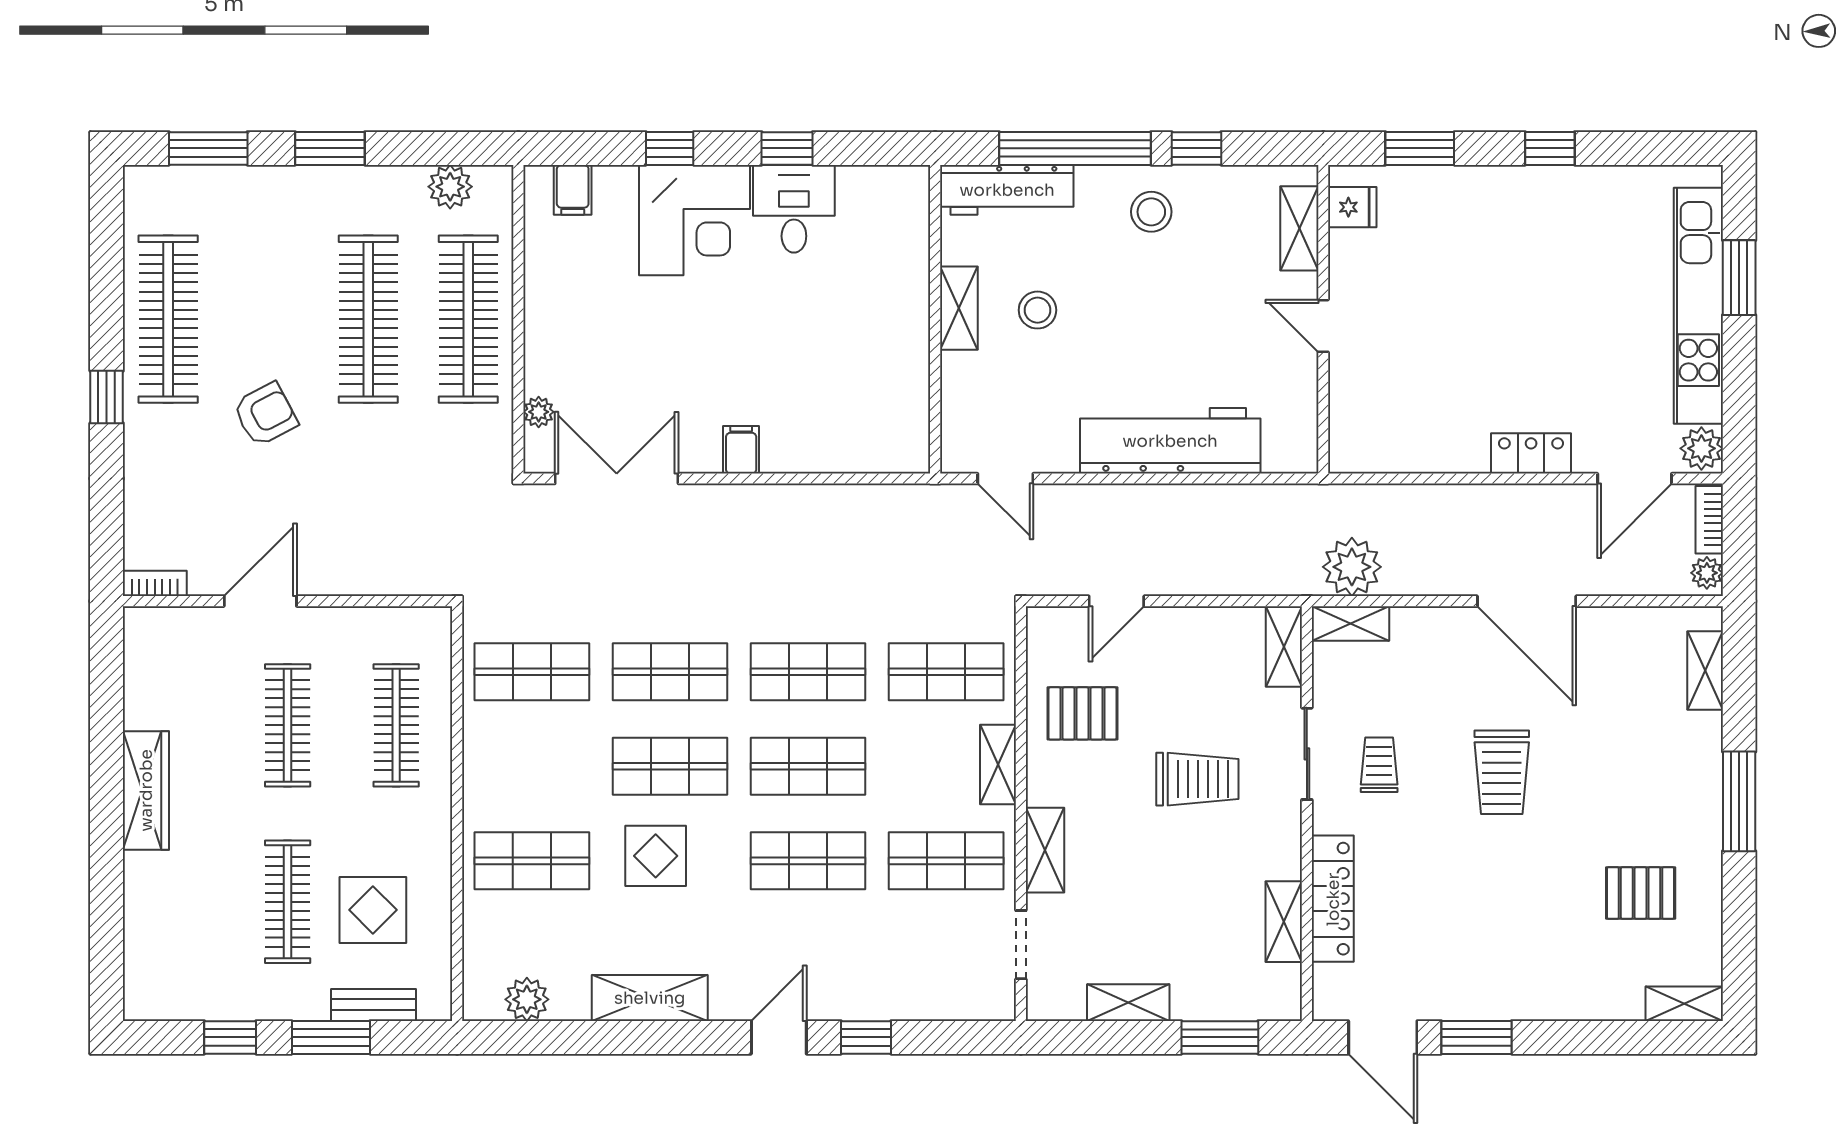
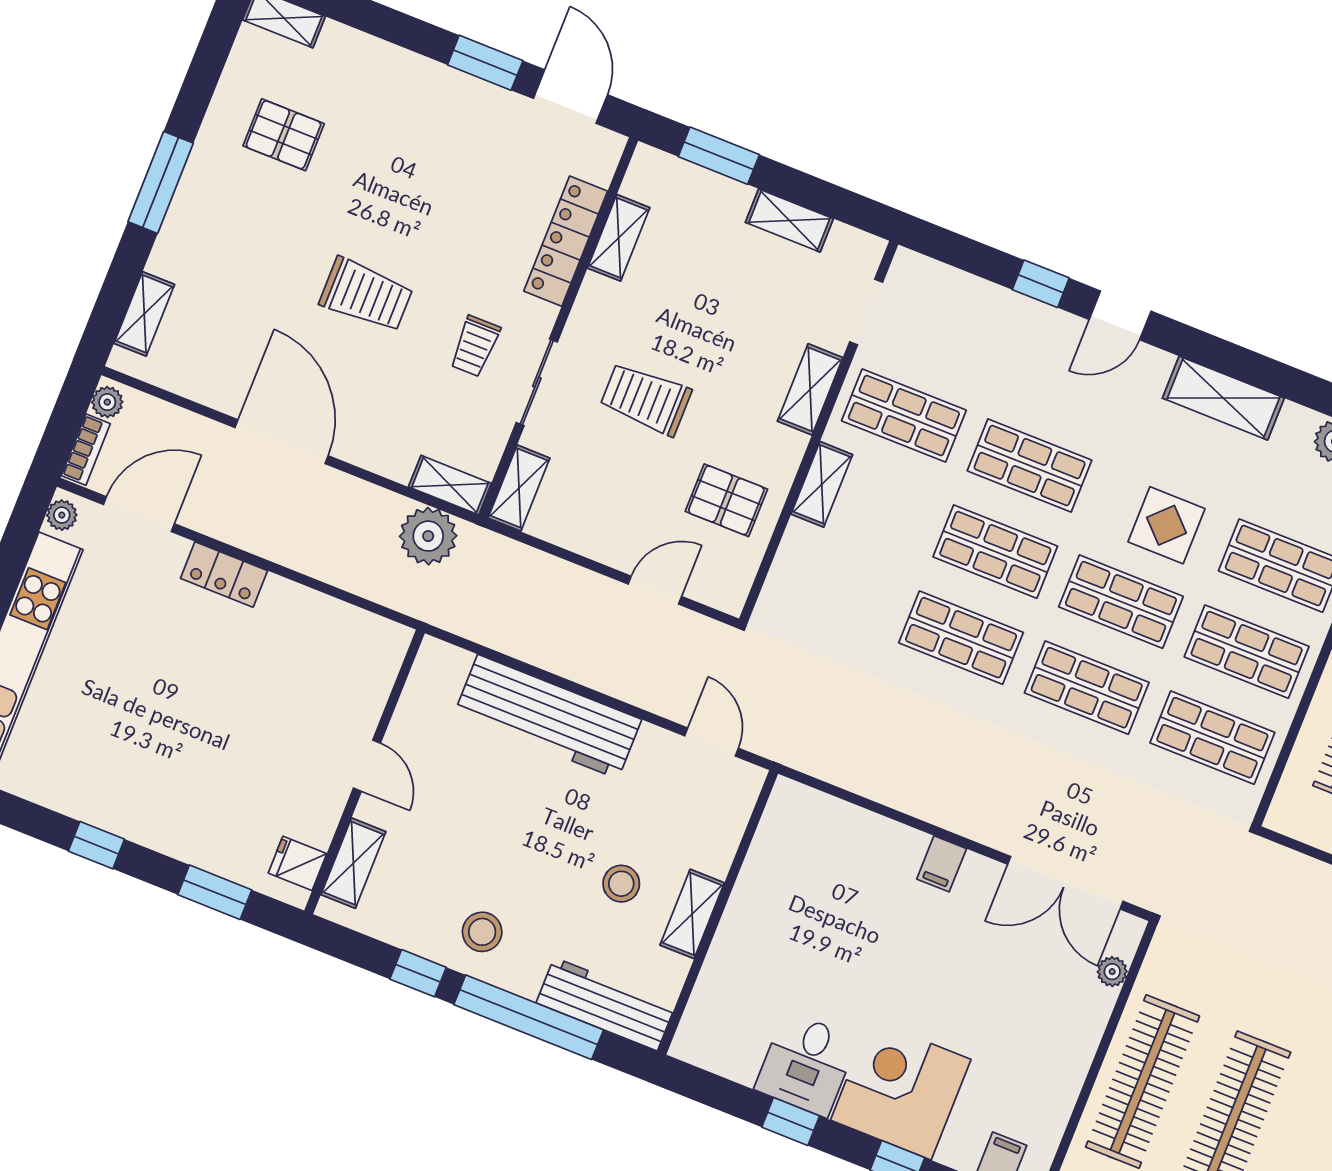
plant: (1701, 448) -> (62, 515), width x0.73, depth x0.73
shop shelf: (946, 672) -> (1247, 652), moved
trolley: (1502, 772) -> (366, 295), turned 90

